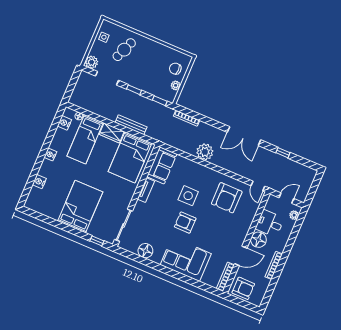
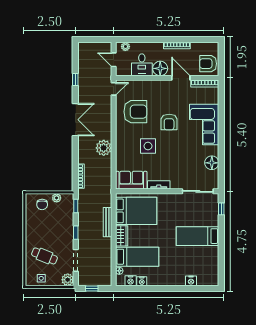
window: (73, 82) -> (92, 288), added
nightstand: (50, 155) -> (142, 281), moved
bed: (80, 207) -> (198, 236), width x0.67
armchair: (185, 223) -> (169, 122), moved
armchair: (243, 288) -> (208, 64), turned -90

